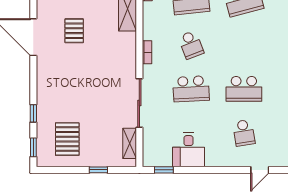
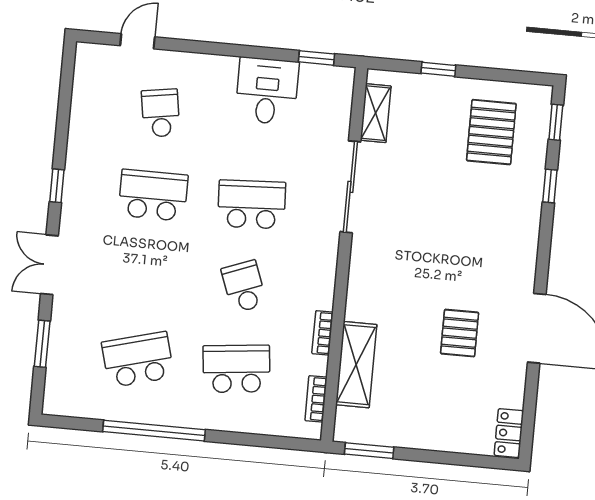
bookcase: (147, 52) -> (323, 333), moved

